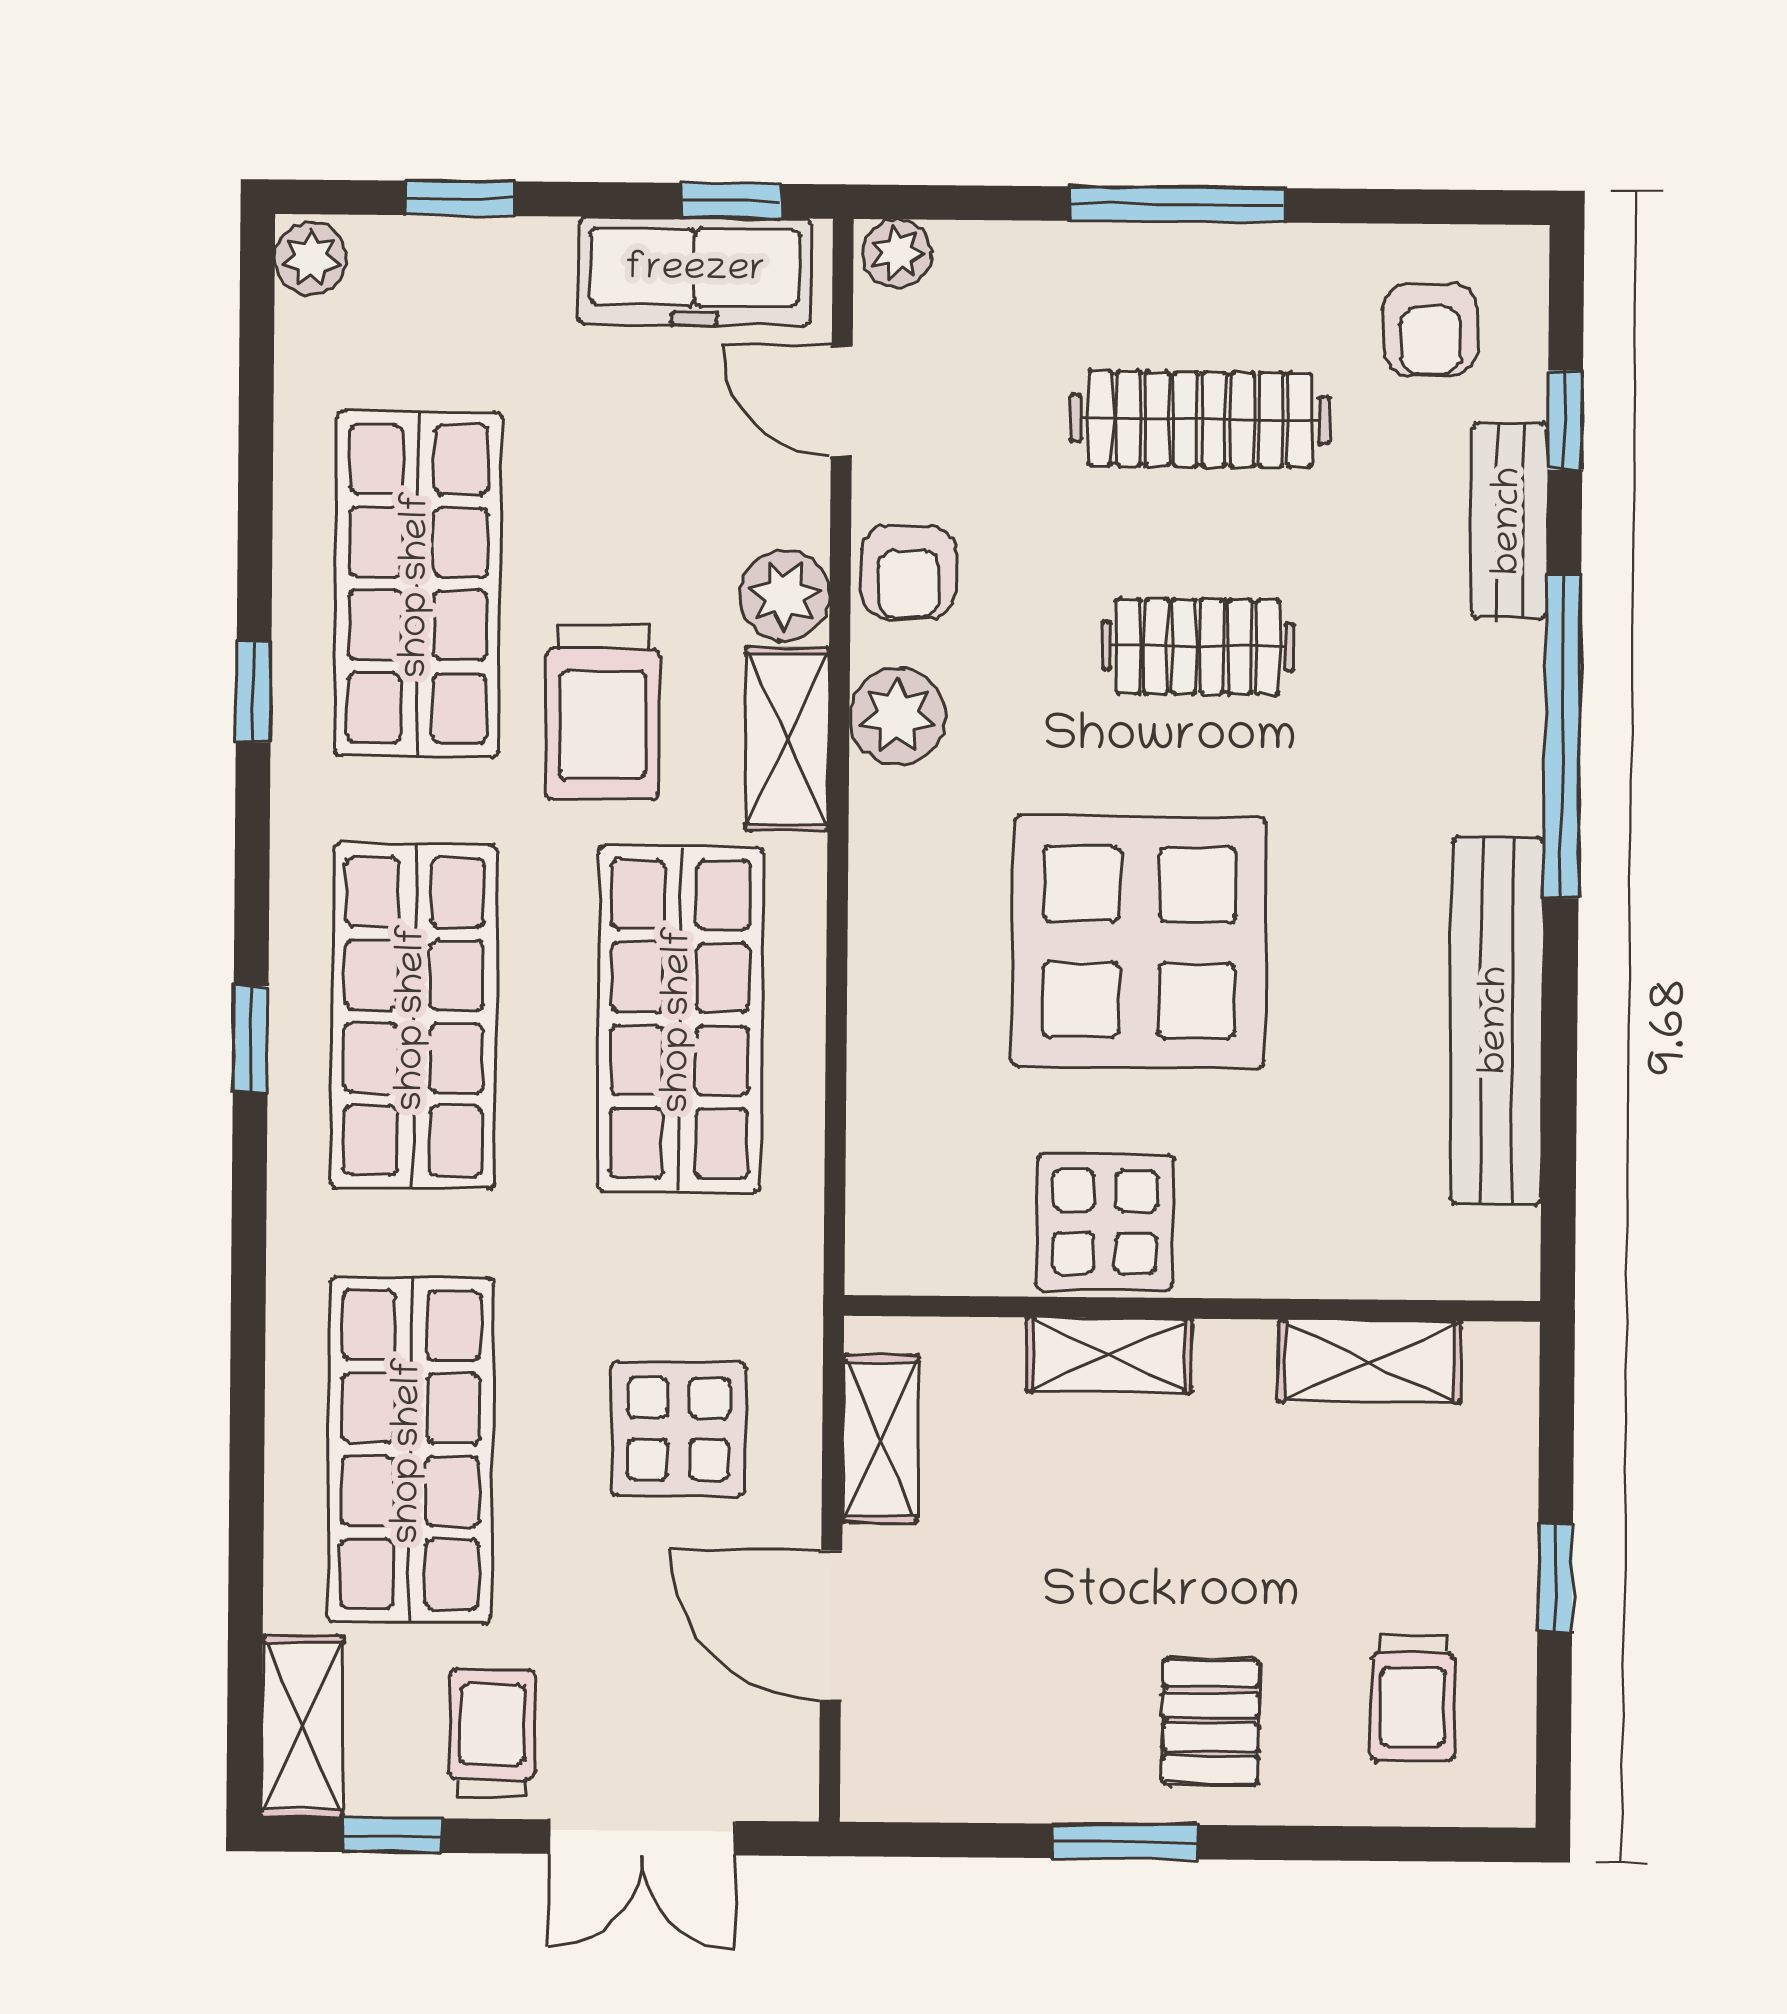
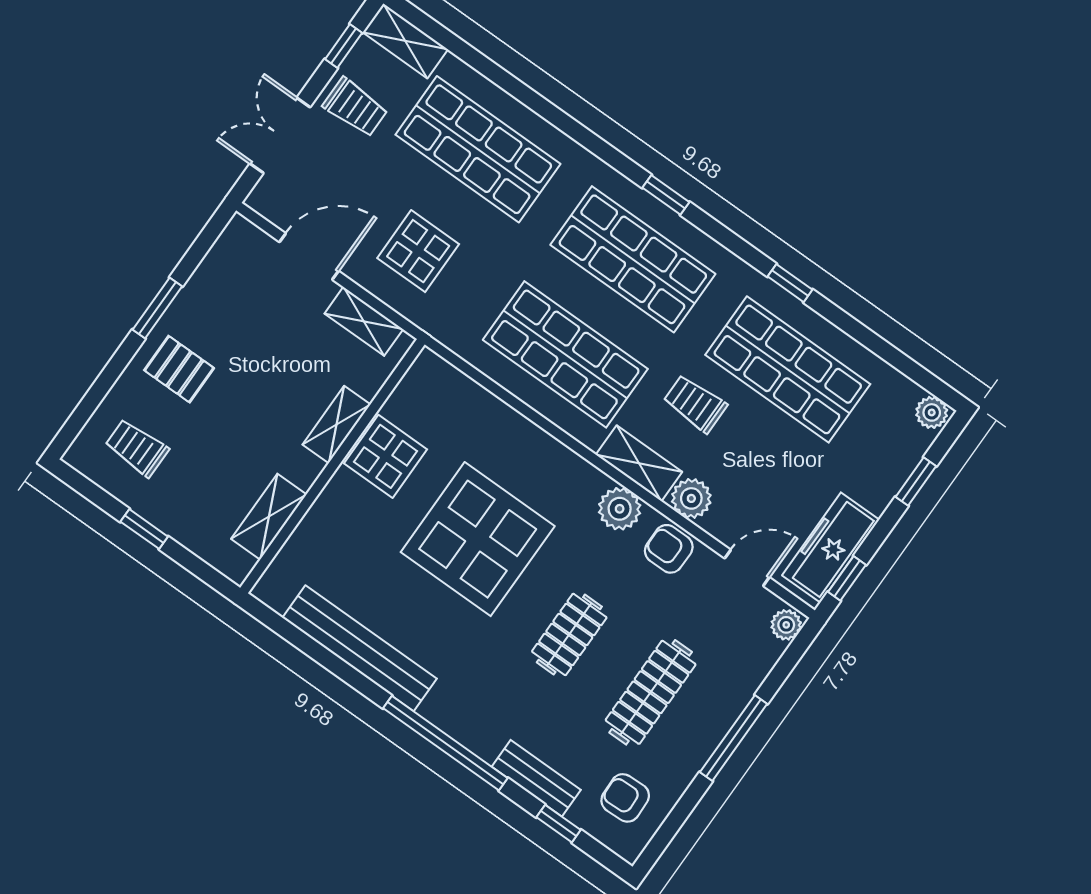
trolley: (603, 712) -> (695, 404), width x0.73, depth x0.72

